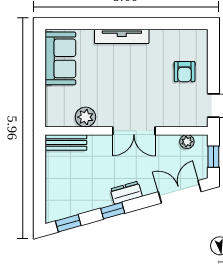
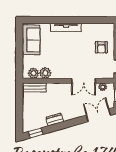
plant: (64, 118) -> (33, 73), added
double door: (134, 131) -> (84, 81), moved
dresser: (126, 193) -> (55, 120), moved
window: (113, 211) -> (61, 126), removed

